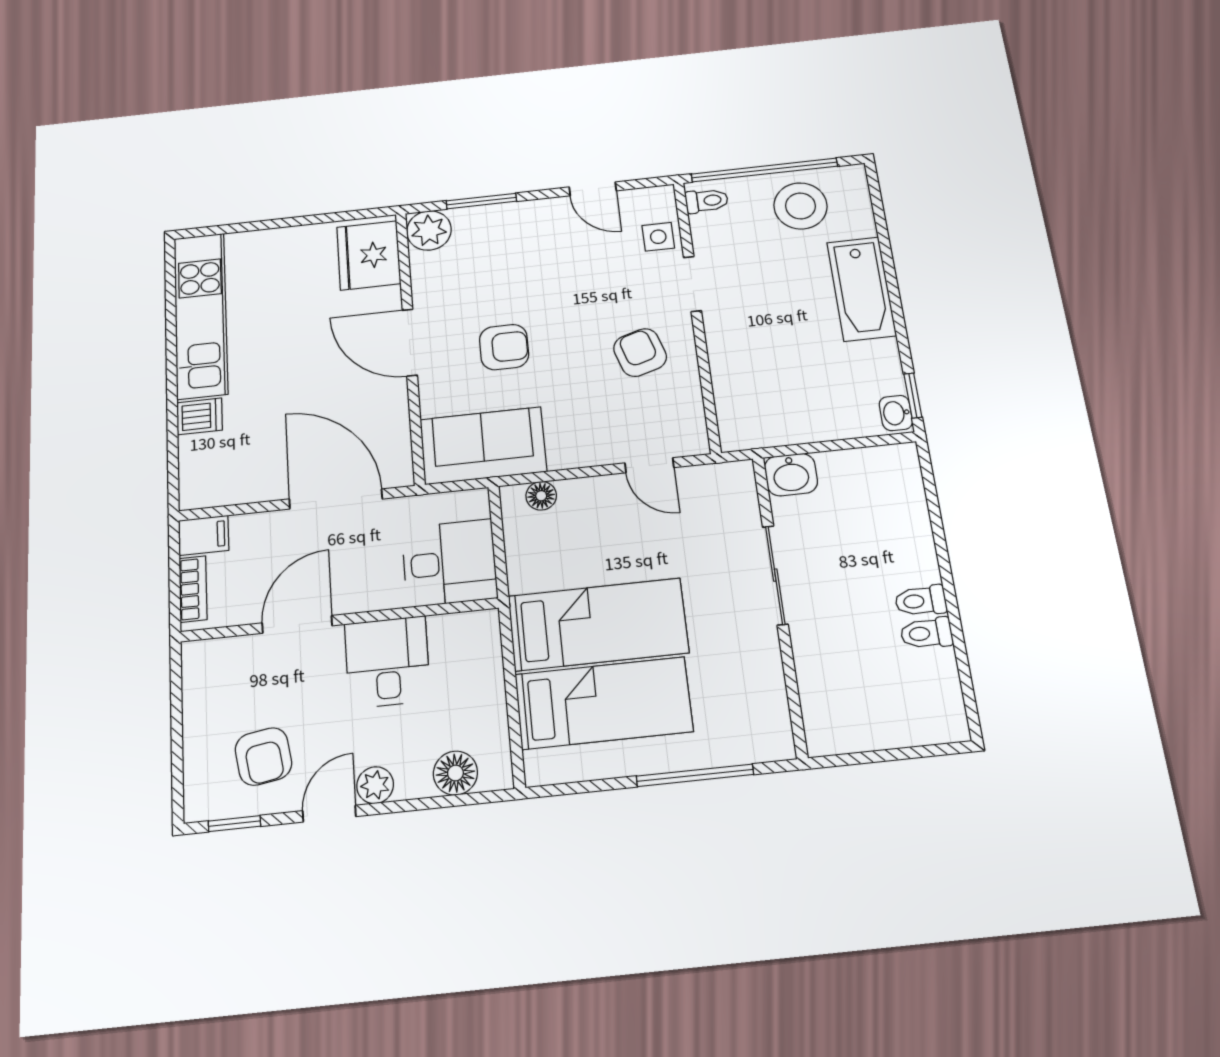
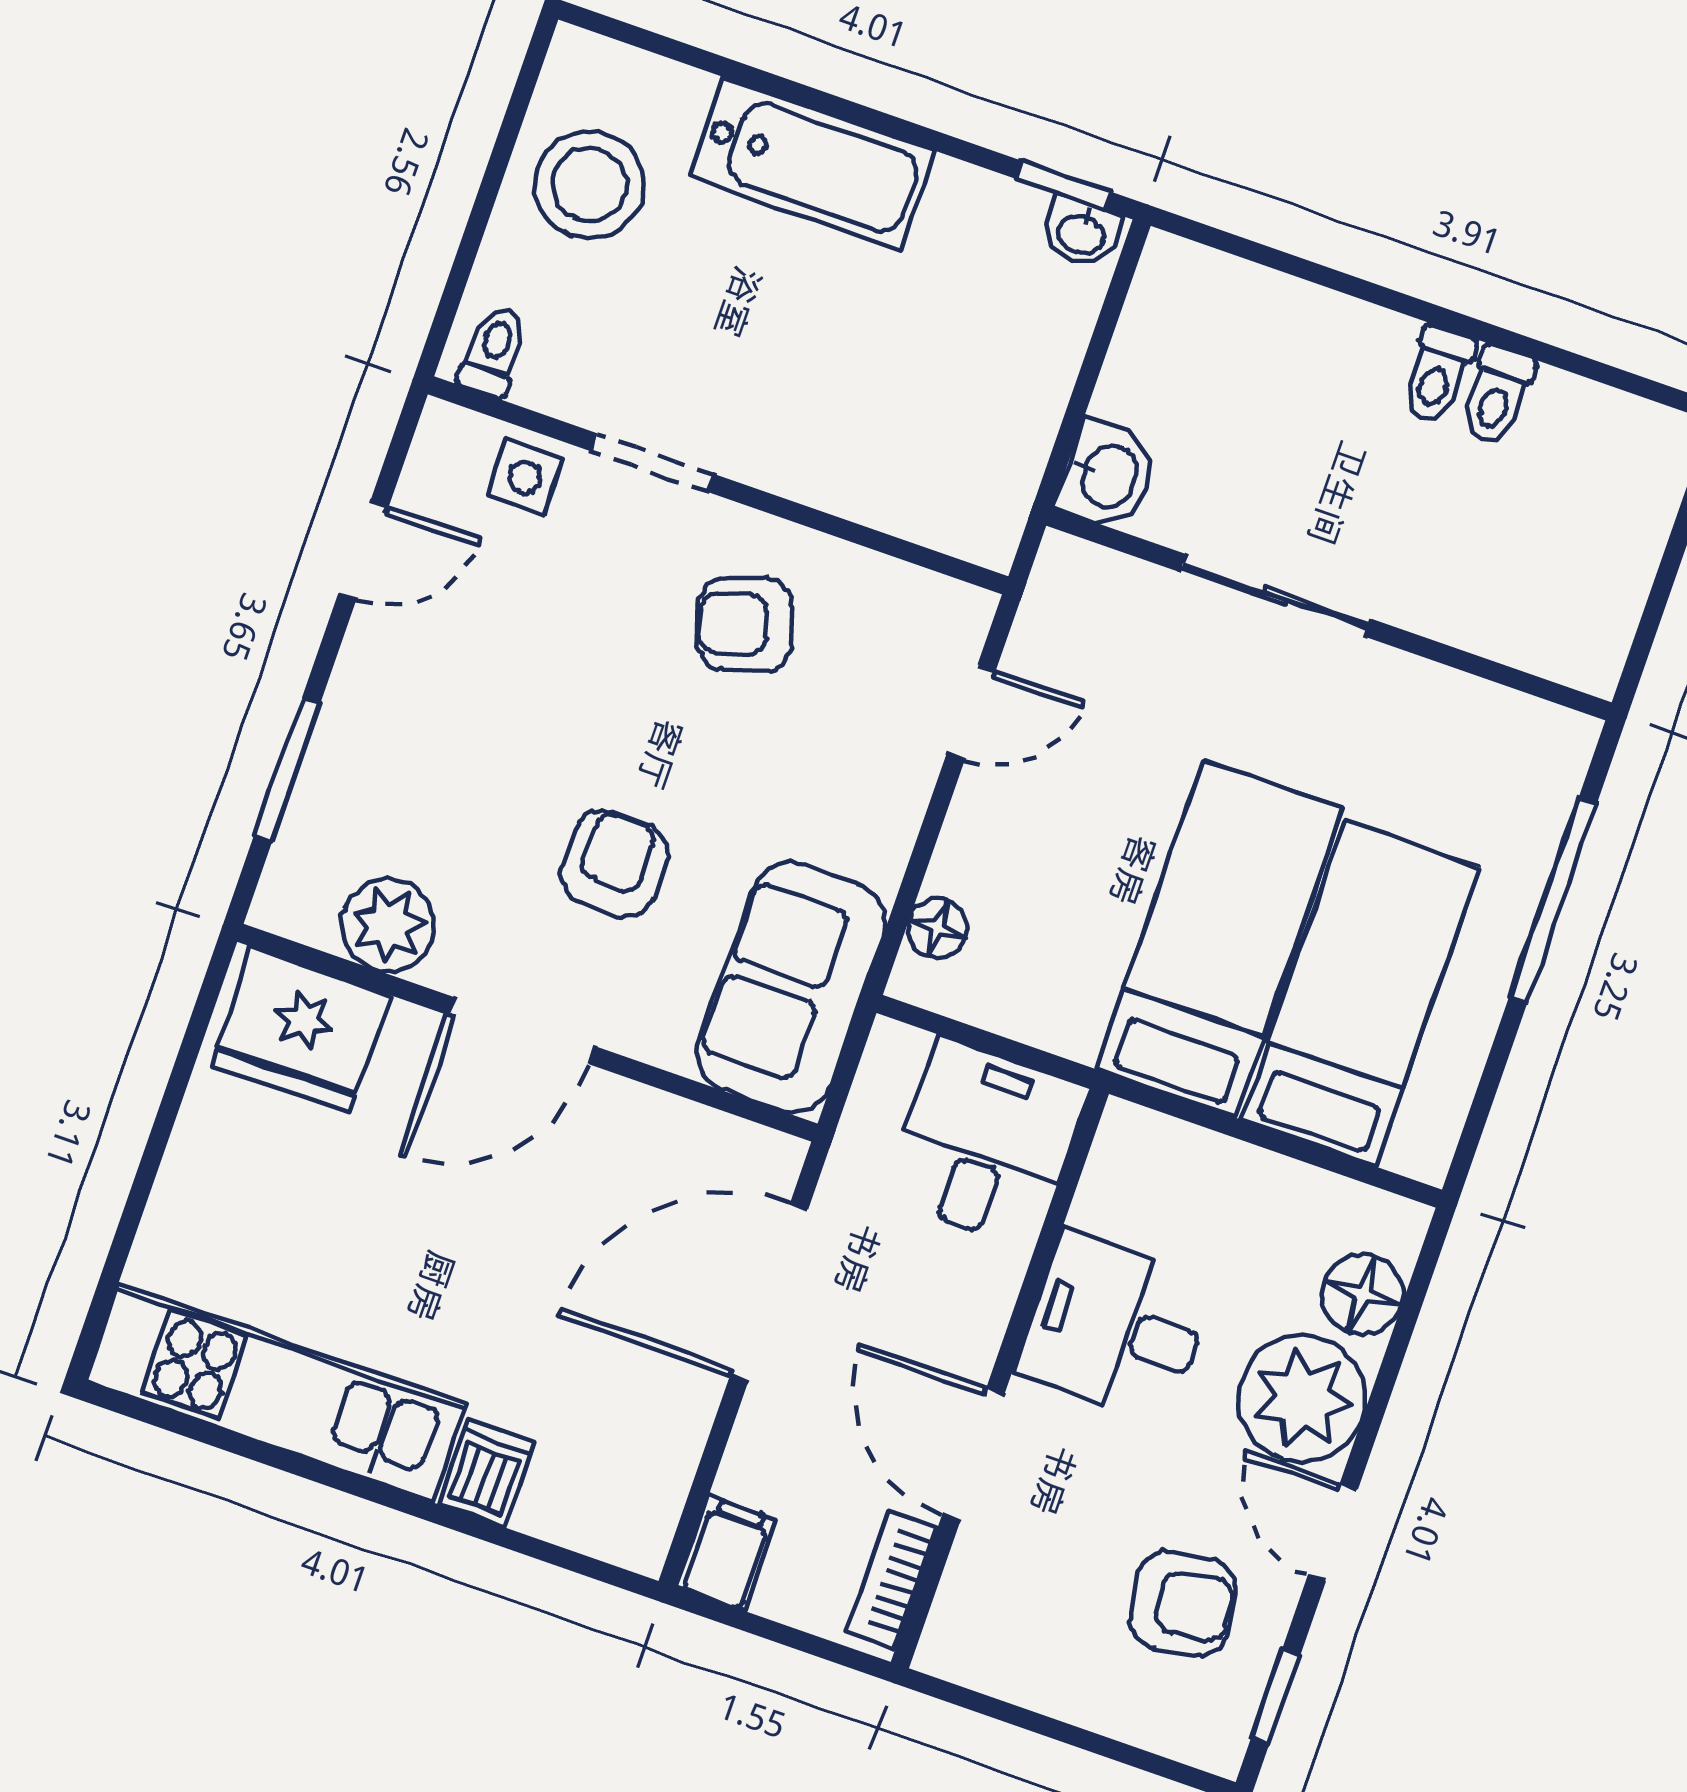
window: (764, 170) -> (481, 212), removed
plant: (429, 230) -> (388, 925), moved
bookcase: (193, 589) -> (892, 1580), moved, turned -90
plant: (375, 785) -> (1302, 1399), width x1.88, depth x1.88

